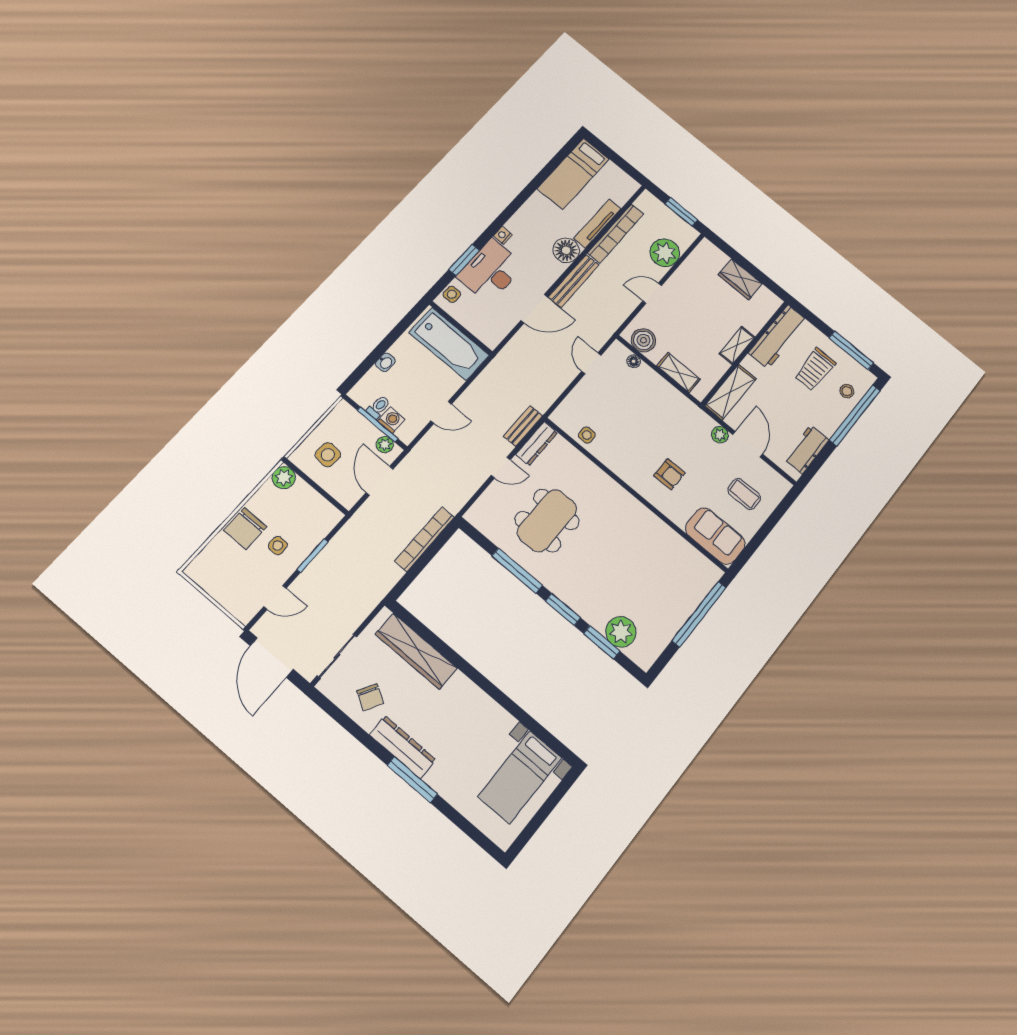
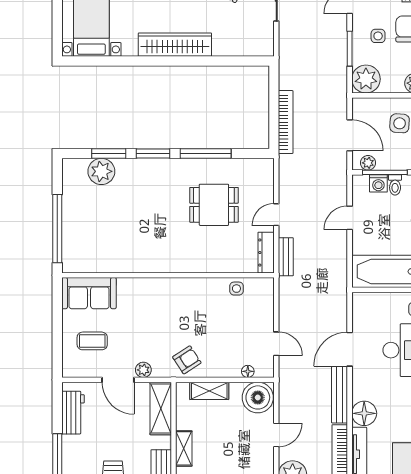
boiler: (643, 340) -> (258, 397), width x1.37, depth x1.37
armchair: (669, 474) -> (187, 360), moved, turned 147
plant: (322, 517) -> (366, 79), added
dining table: (547, 521) -> (214, 205), width x0.73
wardrobe: (416, 651) -> (175, 45), moved

